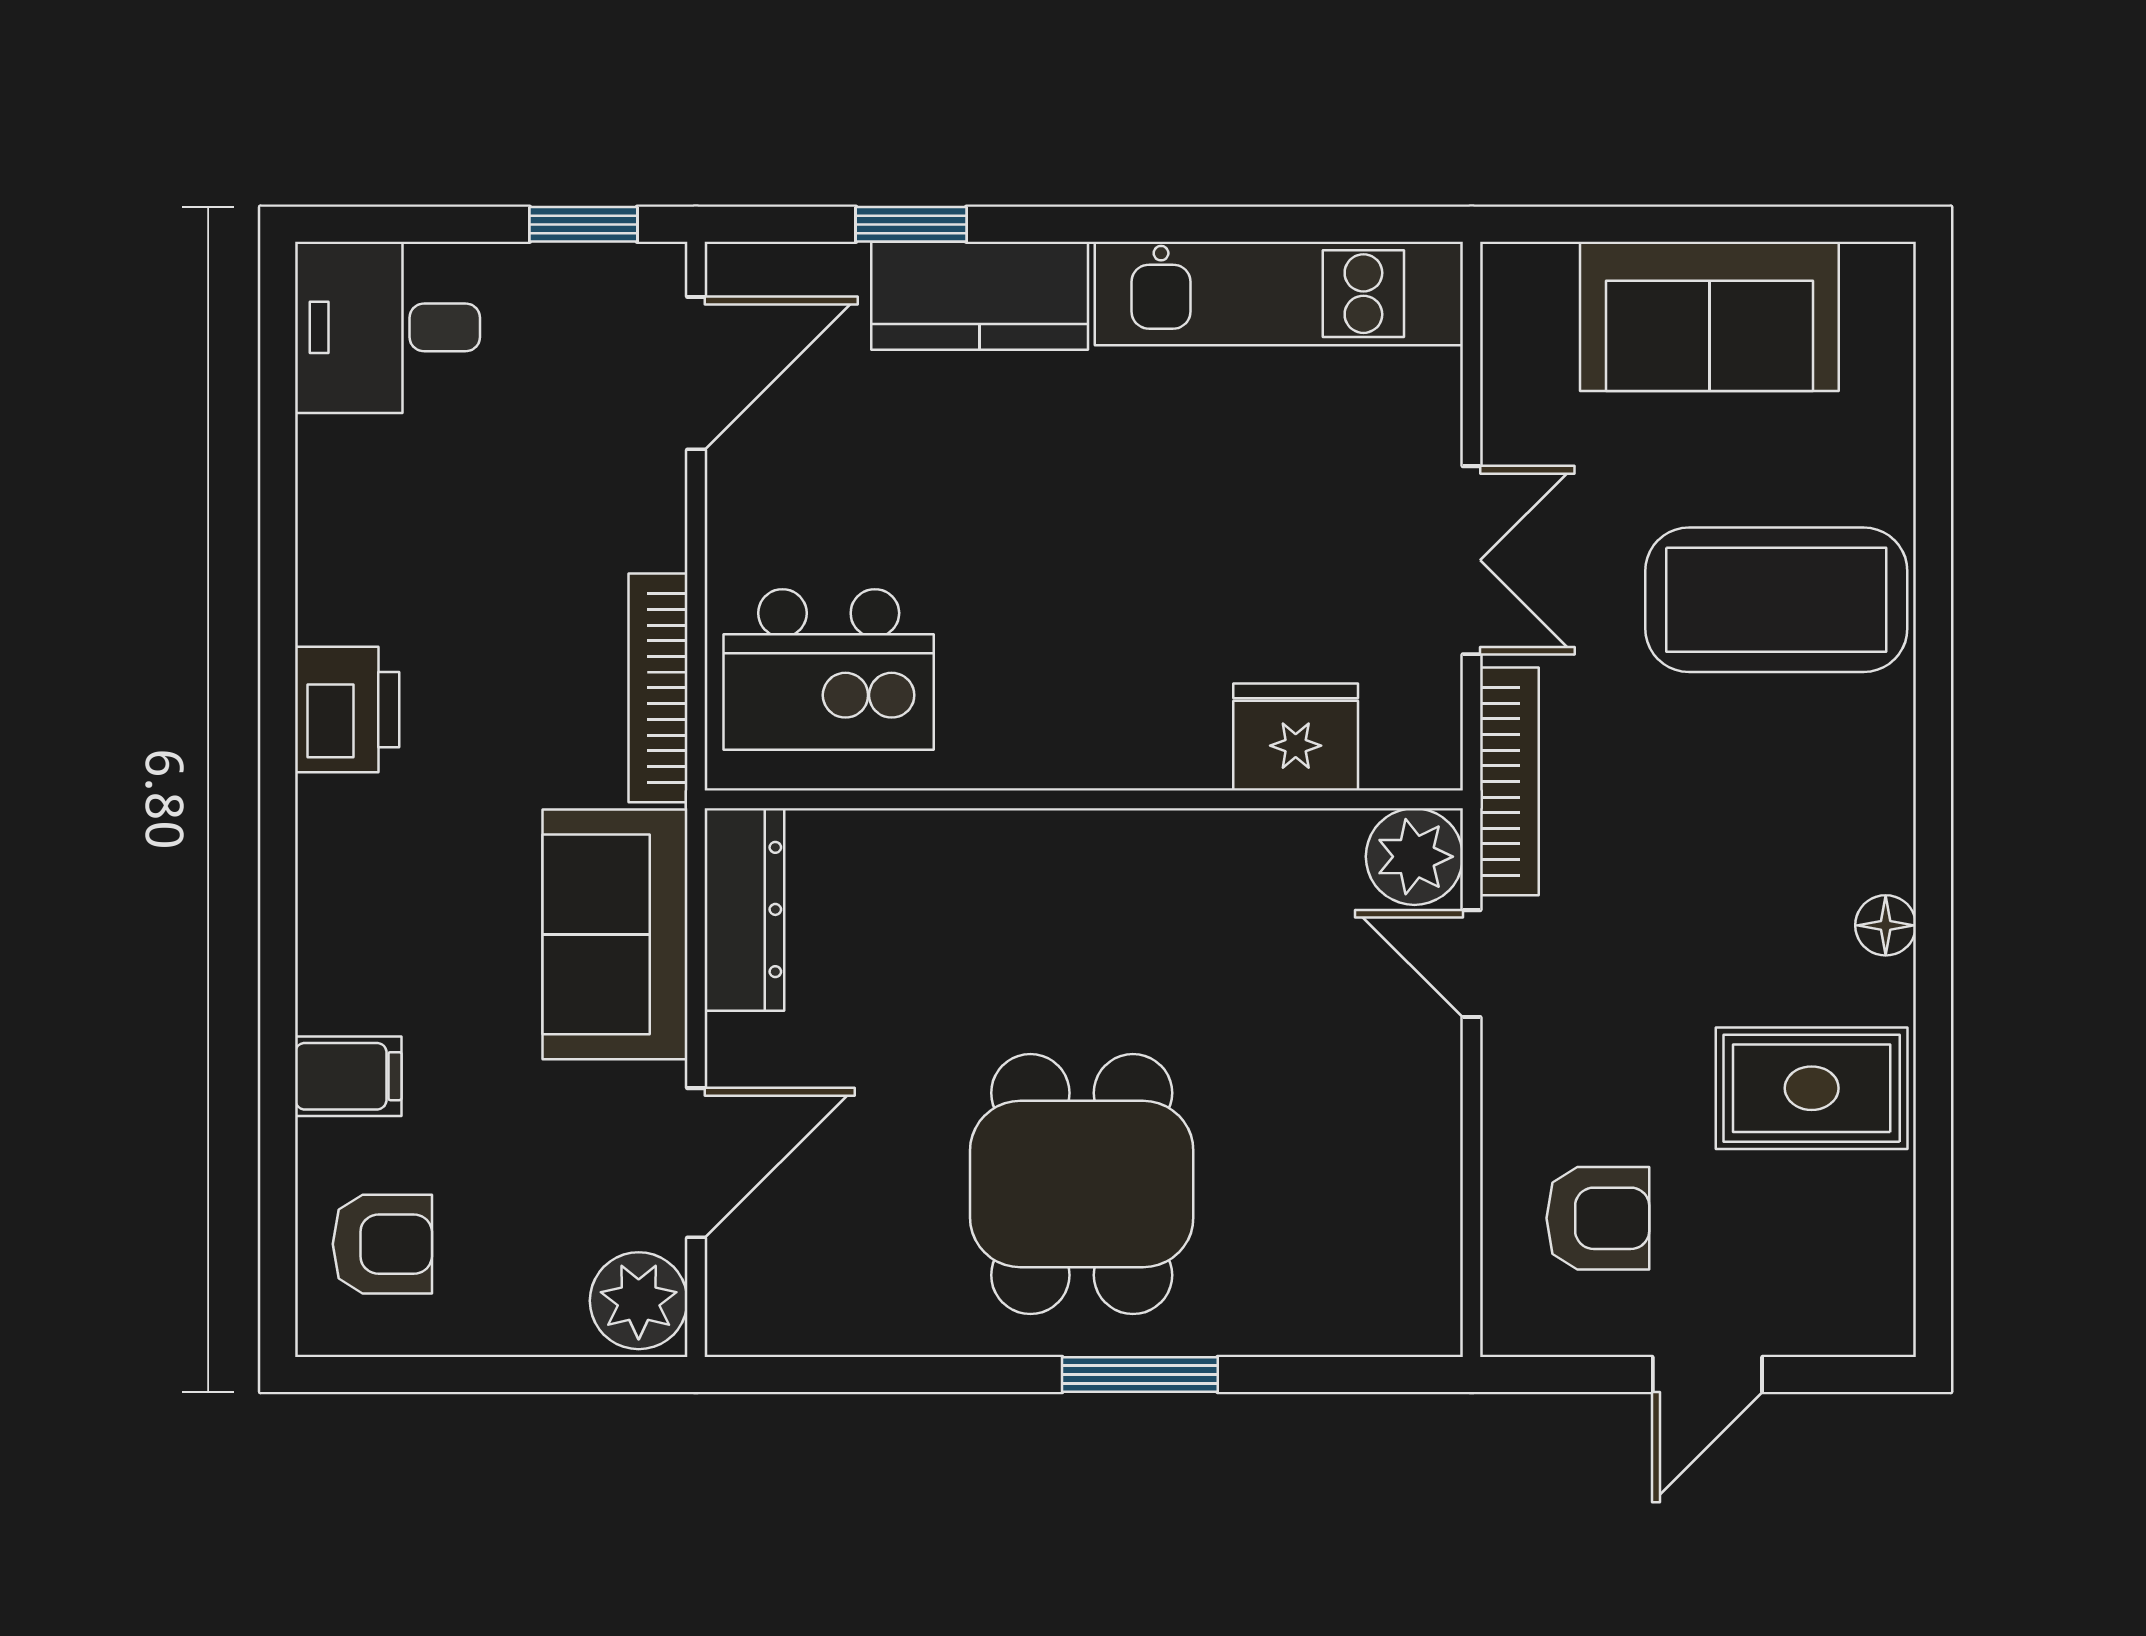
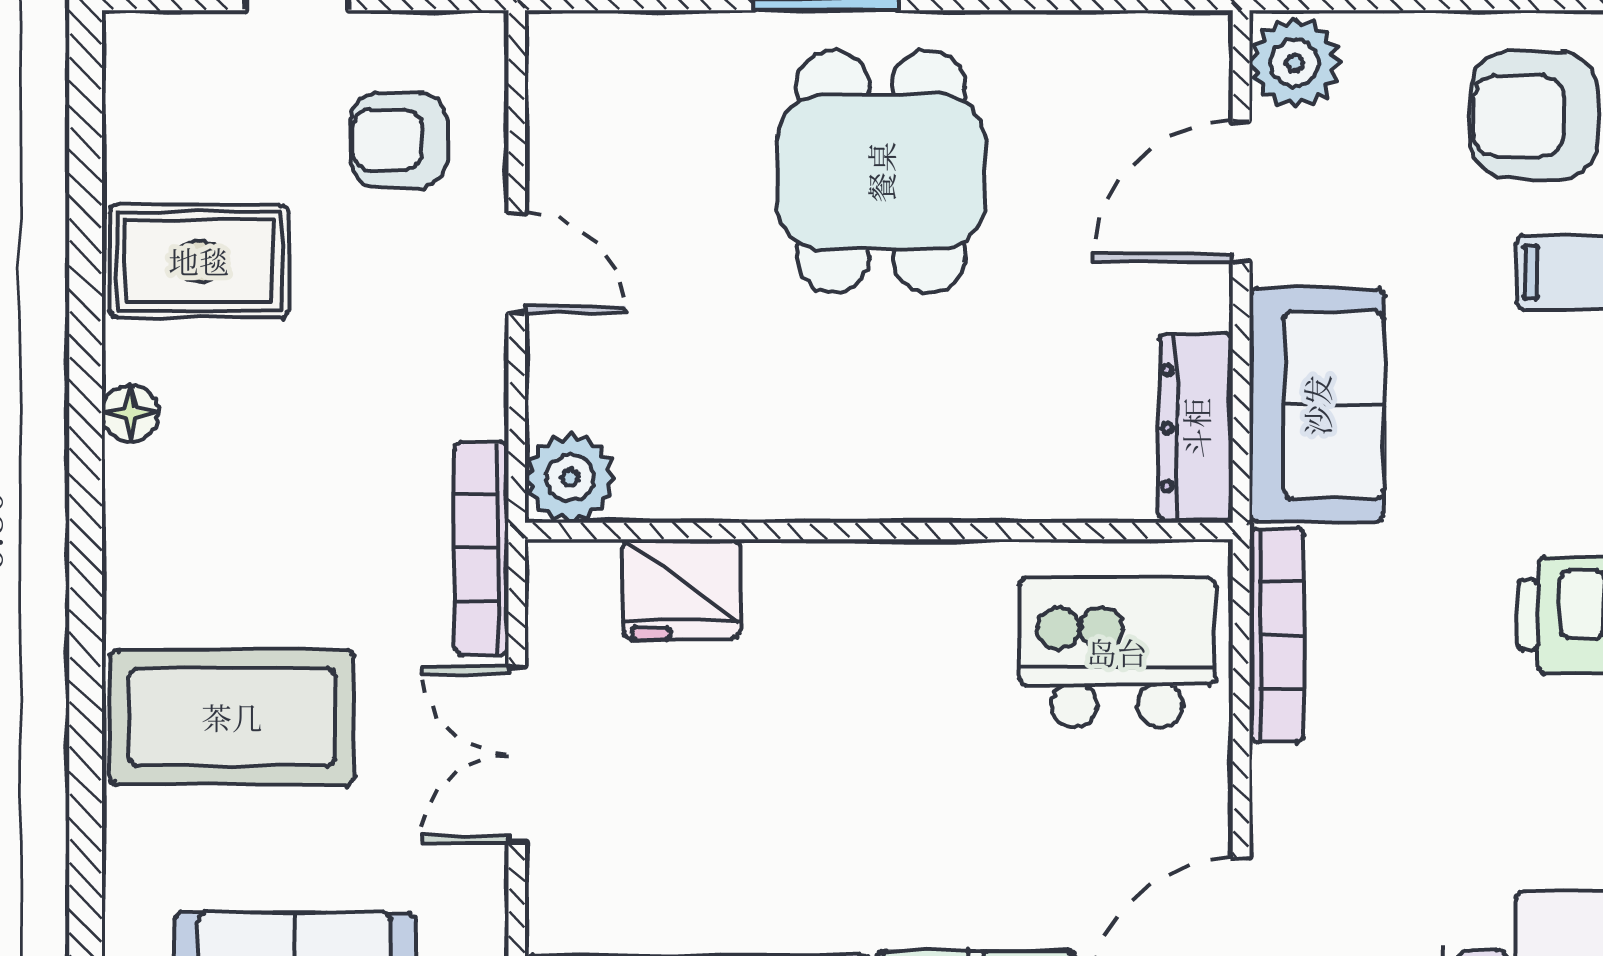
door: (1472, 964) -> (517, 263), moved
armchair: (382, 1244) -> (1534, 116), width x1.38, depth x1.38

